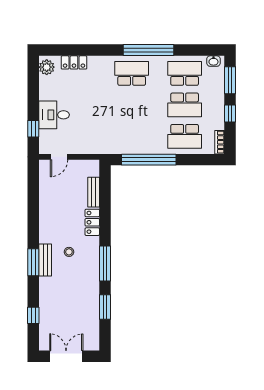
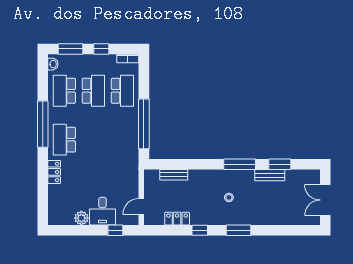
locker: (74, 62) -> (54, 172), moved
plant: (47, 67) -> (81, 218), moved
door: (59, 157) -> (141, 207), swing flipped
locker: (92, 222) -> (177, 219), moved, turned 180
bench: (45, 260) -> (270, 175), moved
window: (33, 315) -> (200, 230), moved

